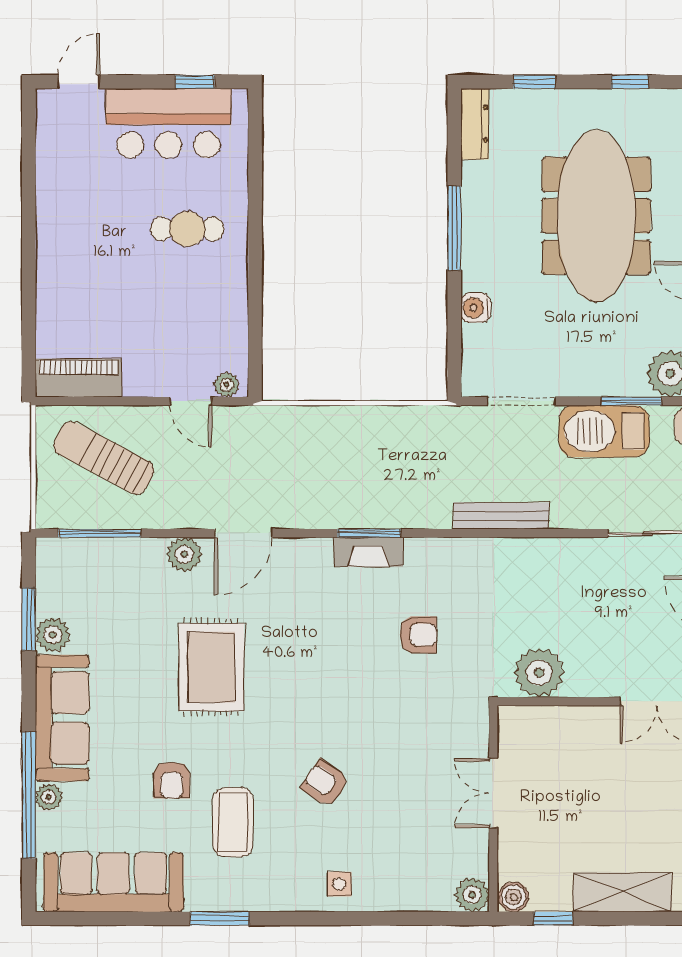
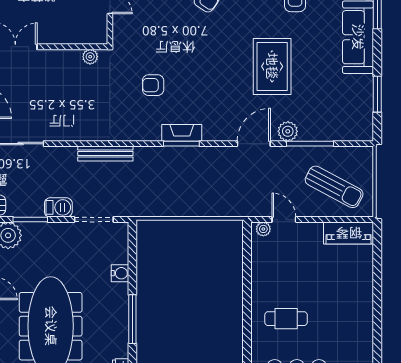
barbecue: (604, 431) -> (58, 207), width x0.53, depth x0.65
window: (100, 533) -> (310, 144), moved
plant: (53, 635) -> (363, 85), removed
plant: (539, 673) -> (90, 57), width x0.53, depth x0.53

